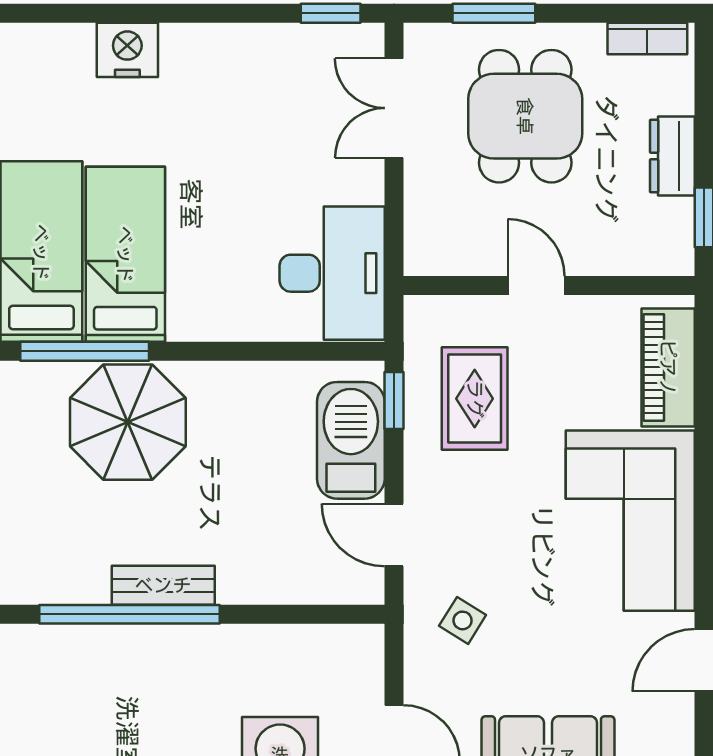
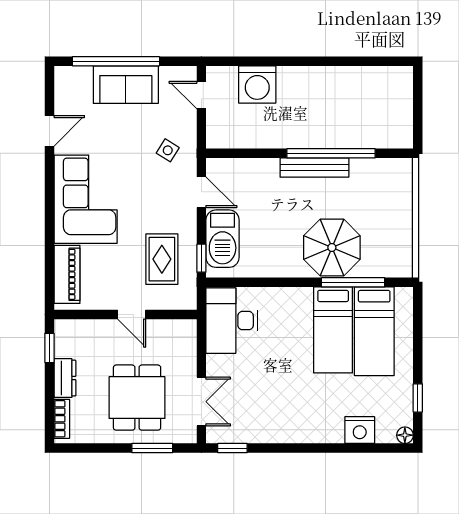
bookcase: (647, 38) -> (62, 419), moved, turned 90
nightstand: (127, 50) -> (360, 430), moved
bench: (163, 585) -> (314, 168), width x1.36

